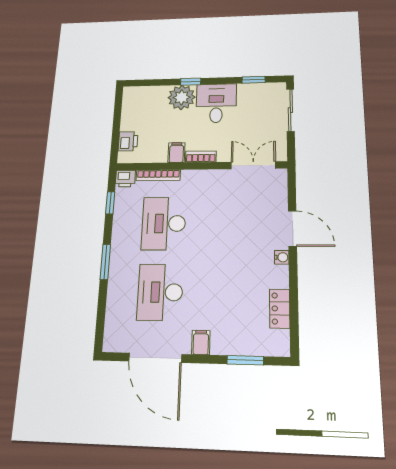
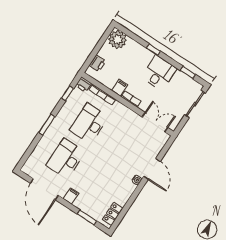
plant: (182, 97) -> (117, 40), moved
locker: (280, 309) -> (113, 214), moved

